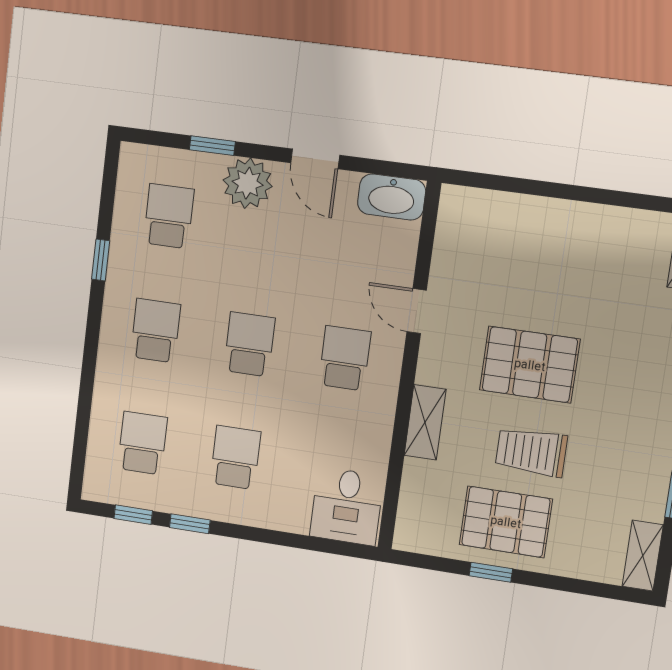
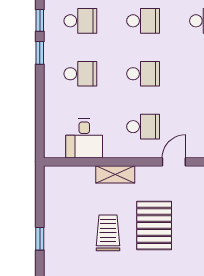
desk: (347, 506) -> (84, 138), moved, turned -90
pallet: (506, 522) -> (68, 225), removed
window: (491, 572) -> (40, 239), moved

